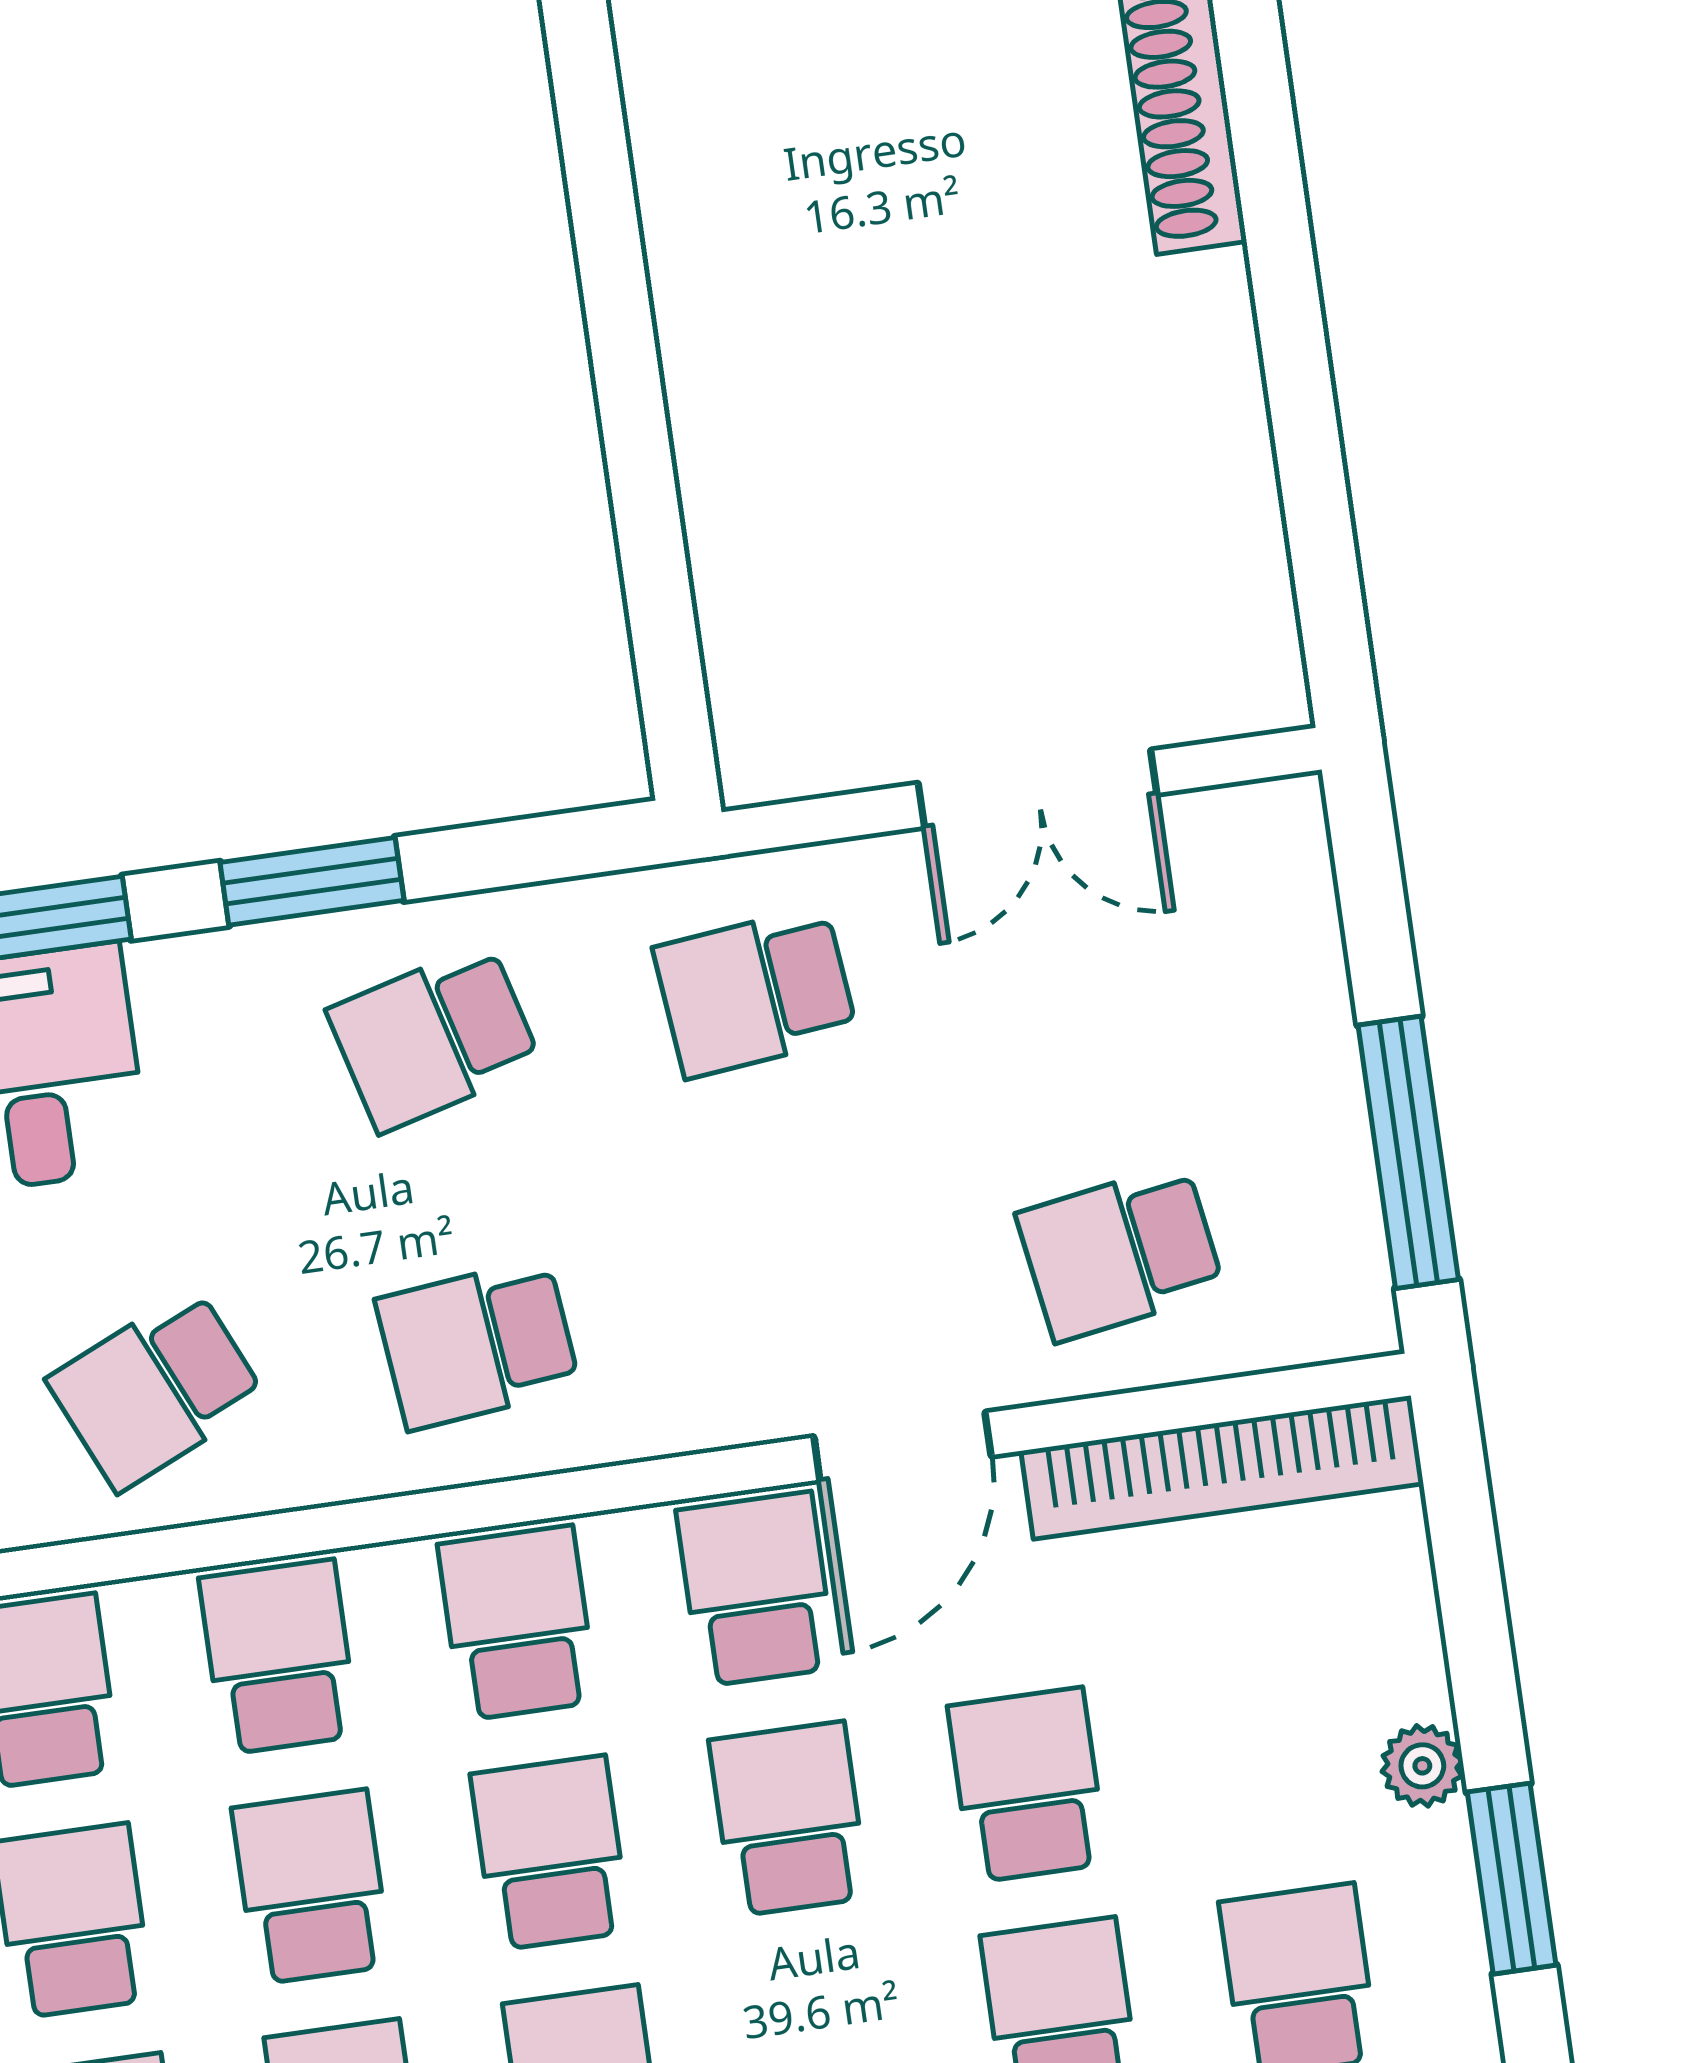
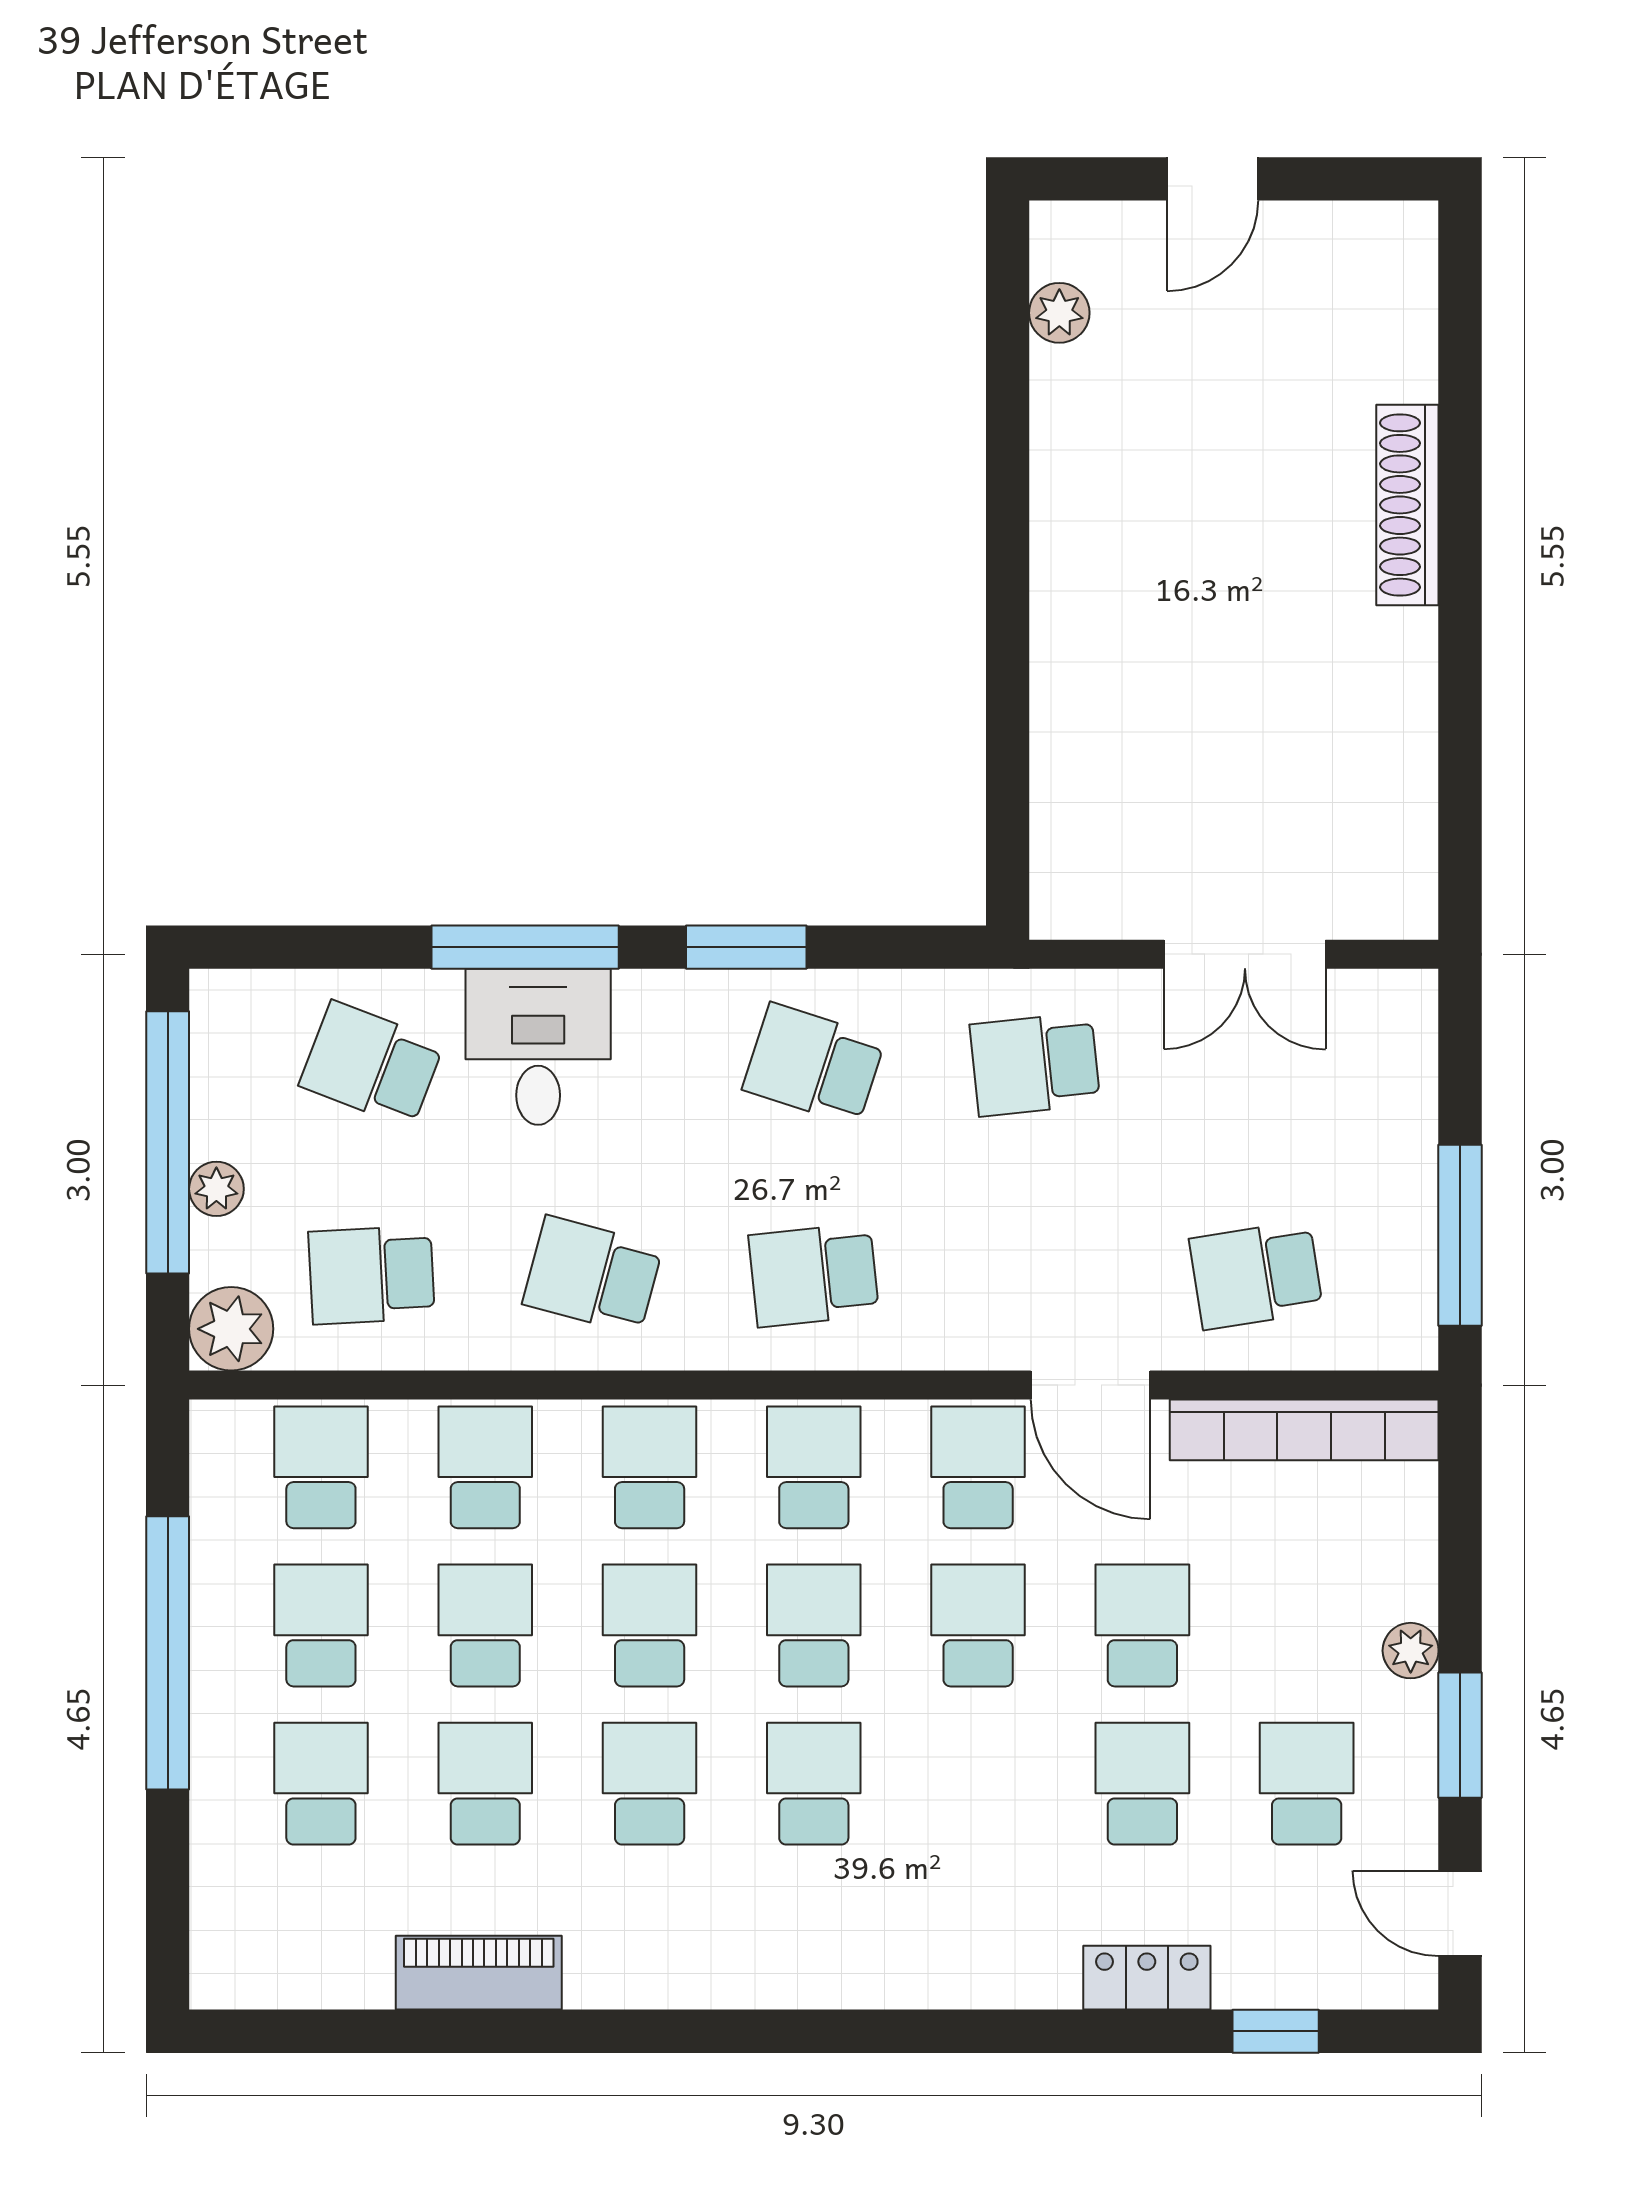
school desk: (434, 1038) -> (814, 1064), turned 33
school desk: (156, 1390) -> (593, 1275), turned 39
door: (902, 1446) -> (1090, 1385), hinge flipped

